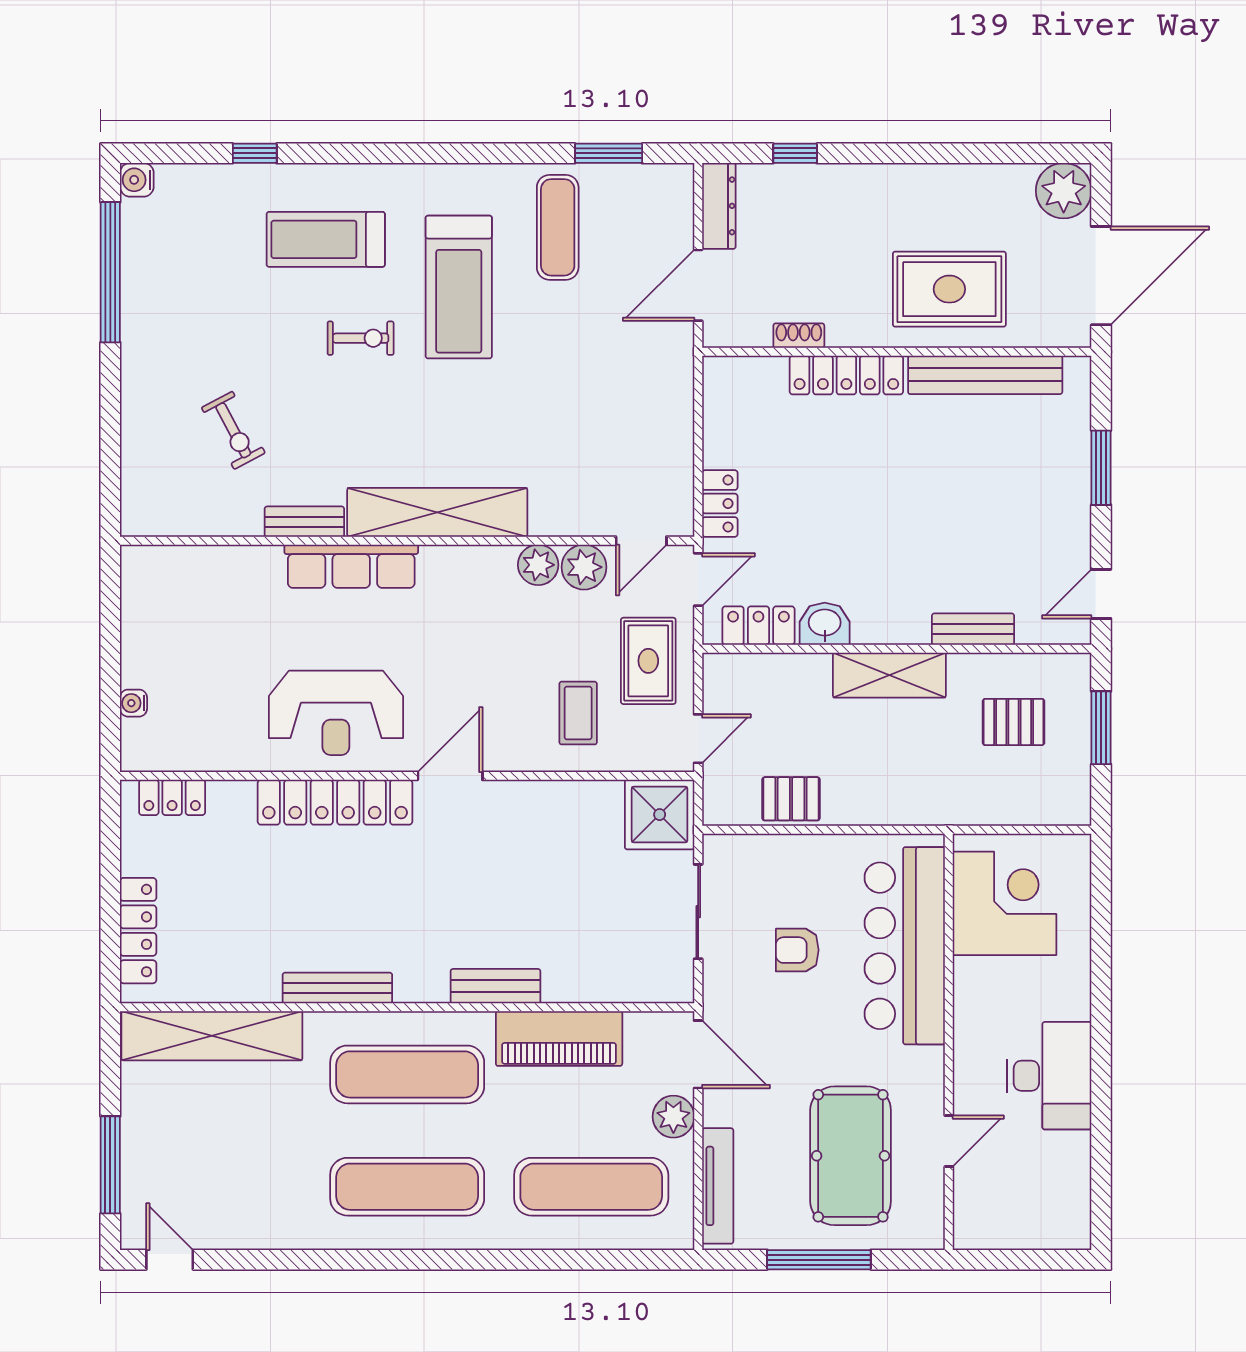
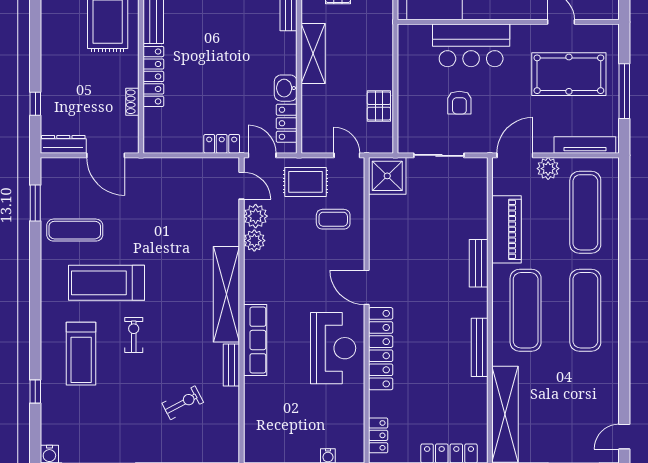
treadmill: (459, 287) -> (106, 283), turned 180
bar counter: (905, 946) -> (471, 45), width x0.73

